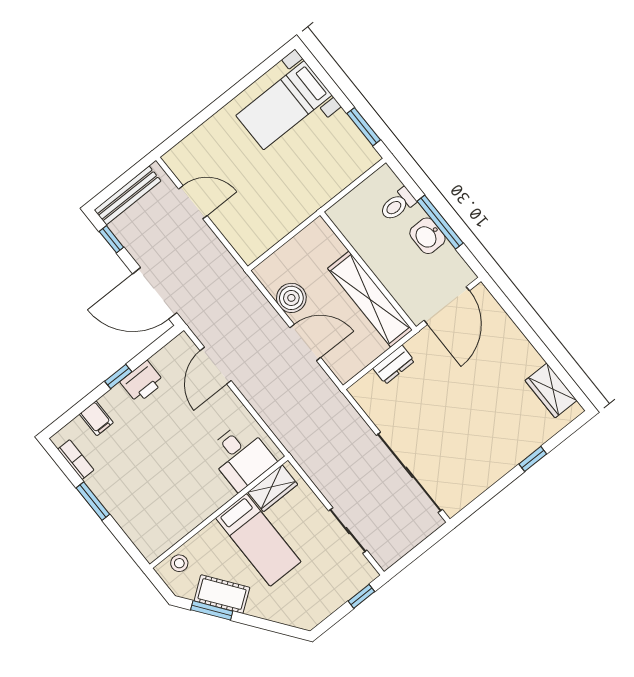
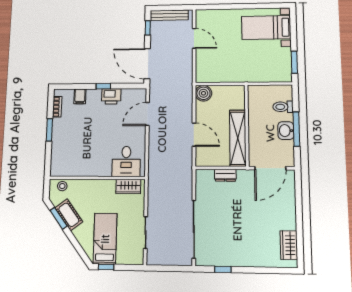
boiler: (291, 298) -> (203, 93), moved
window: (533, 459) -> (223, 269), moved
bed: (258, 540) -> (105, 239), moved, turned 180
window: (361, 596) -> (106, 267), moved

